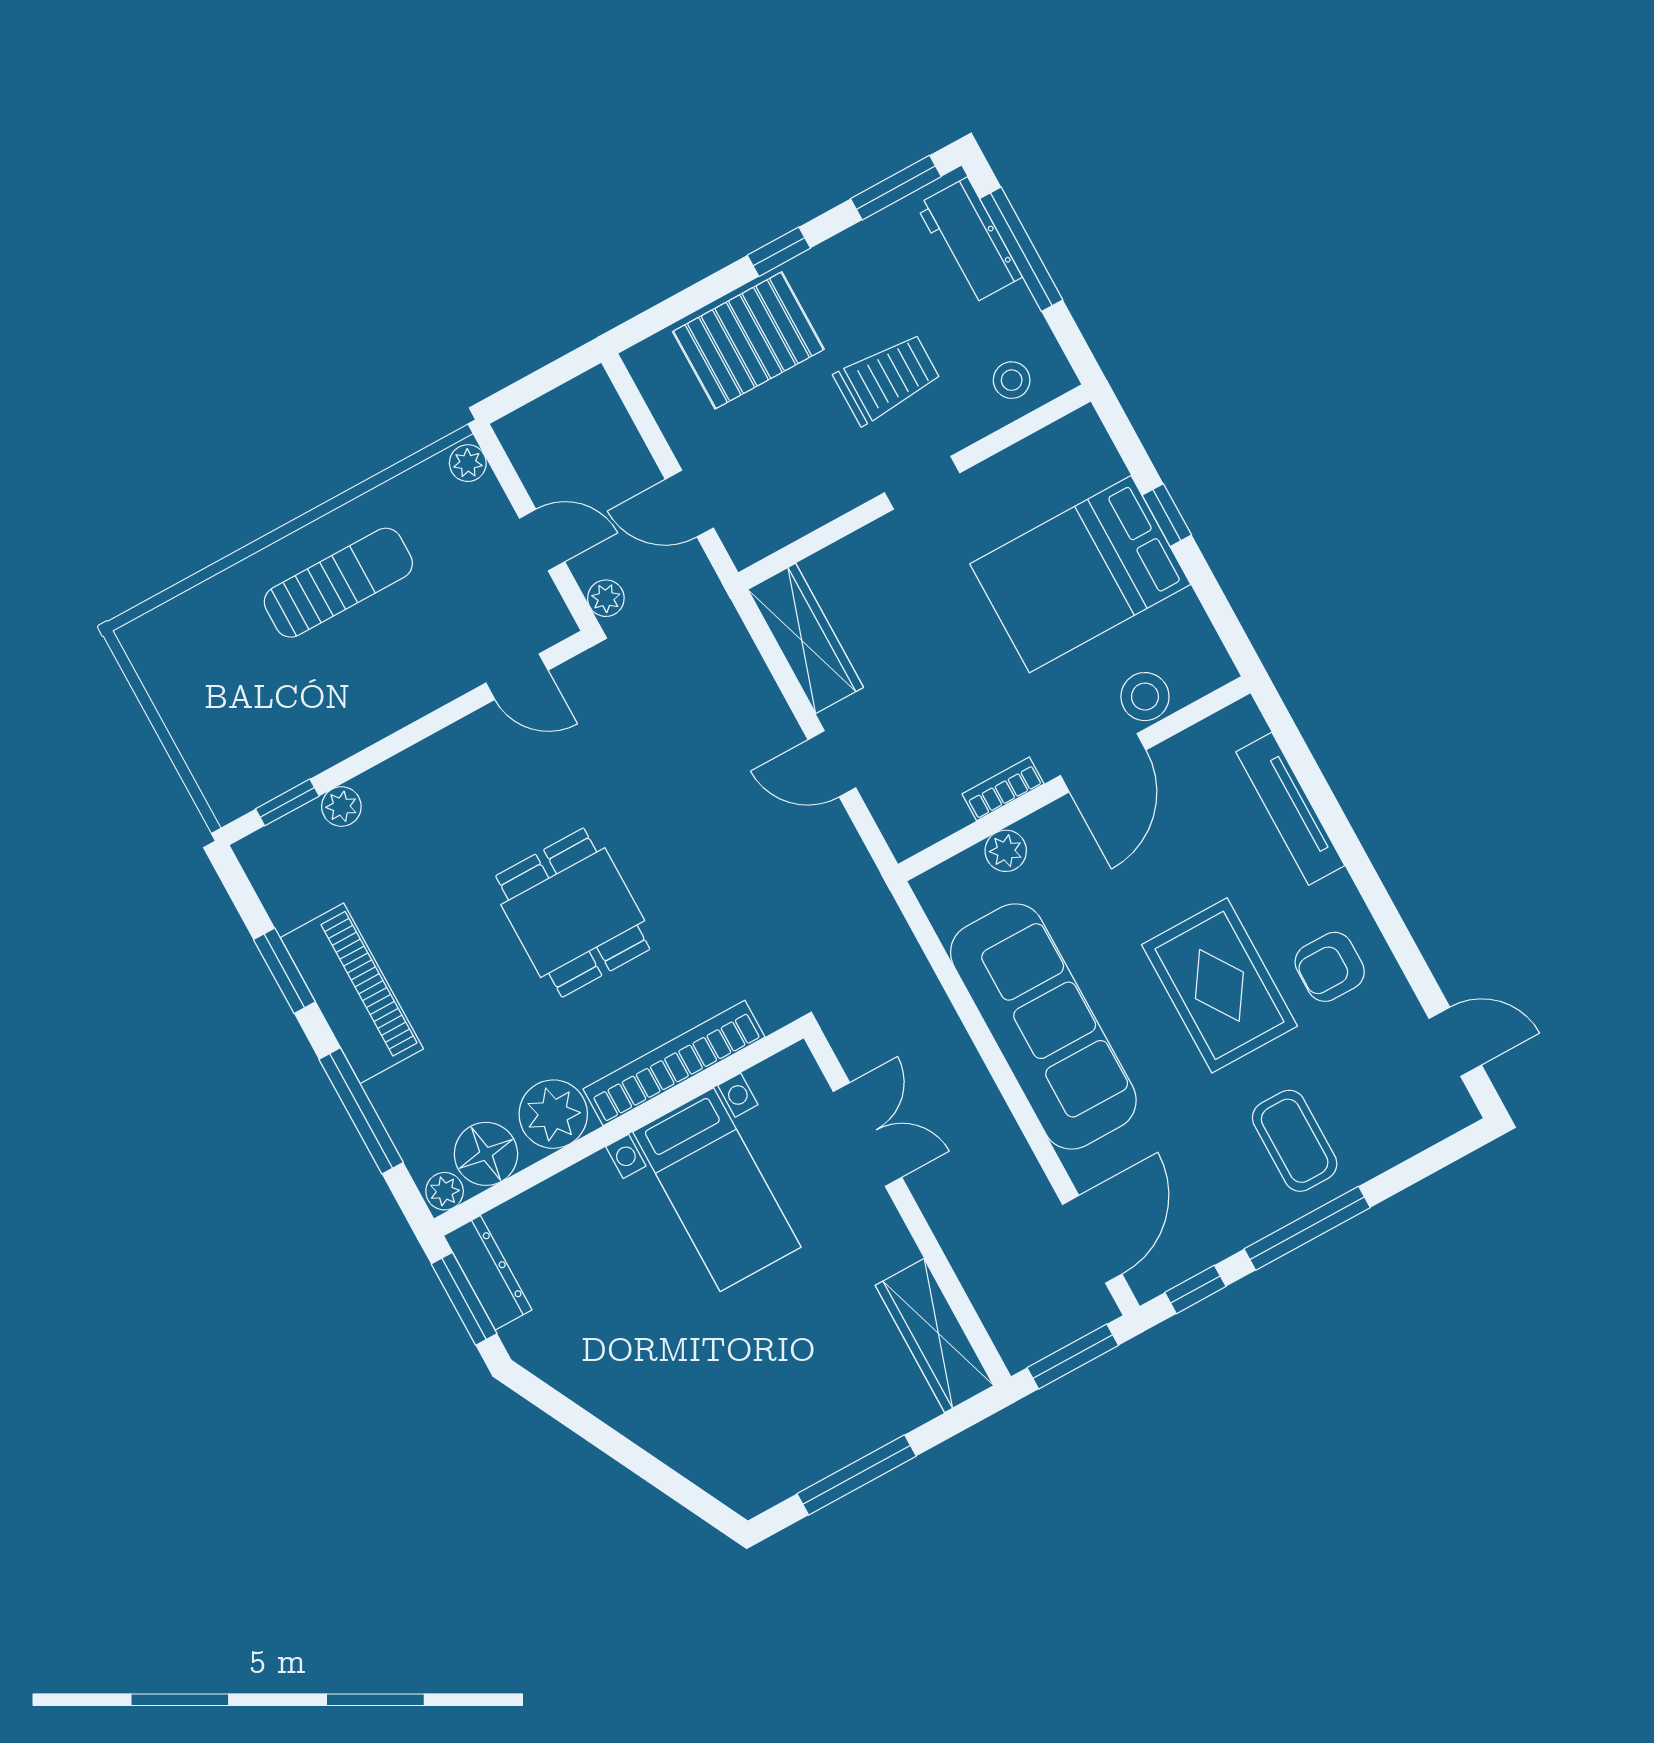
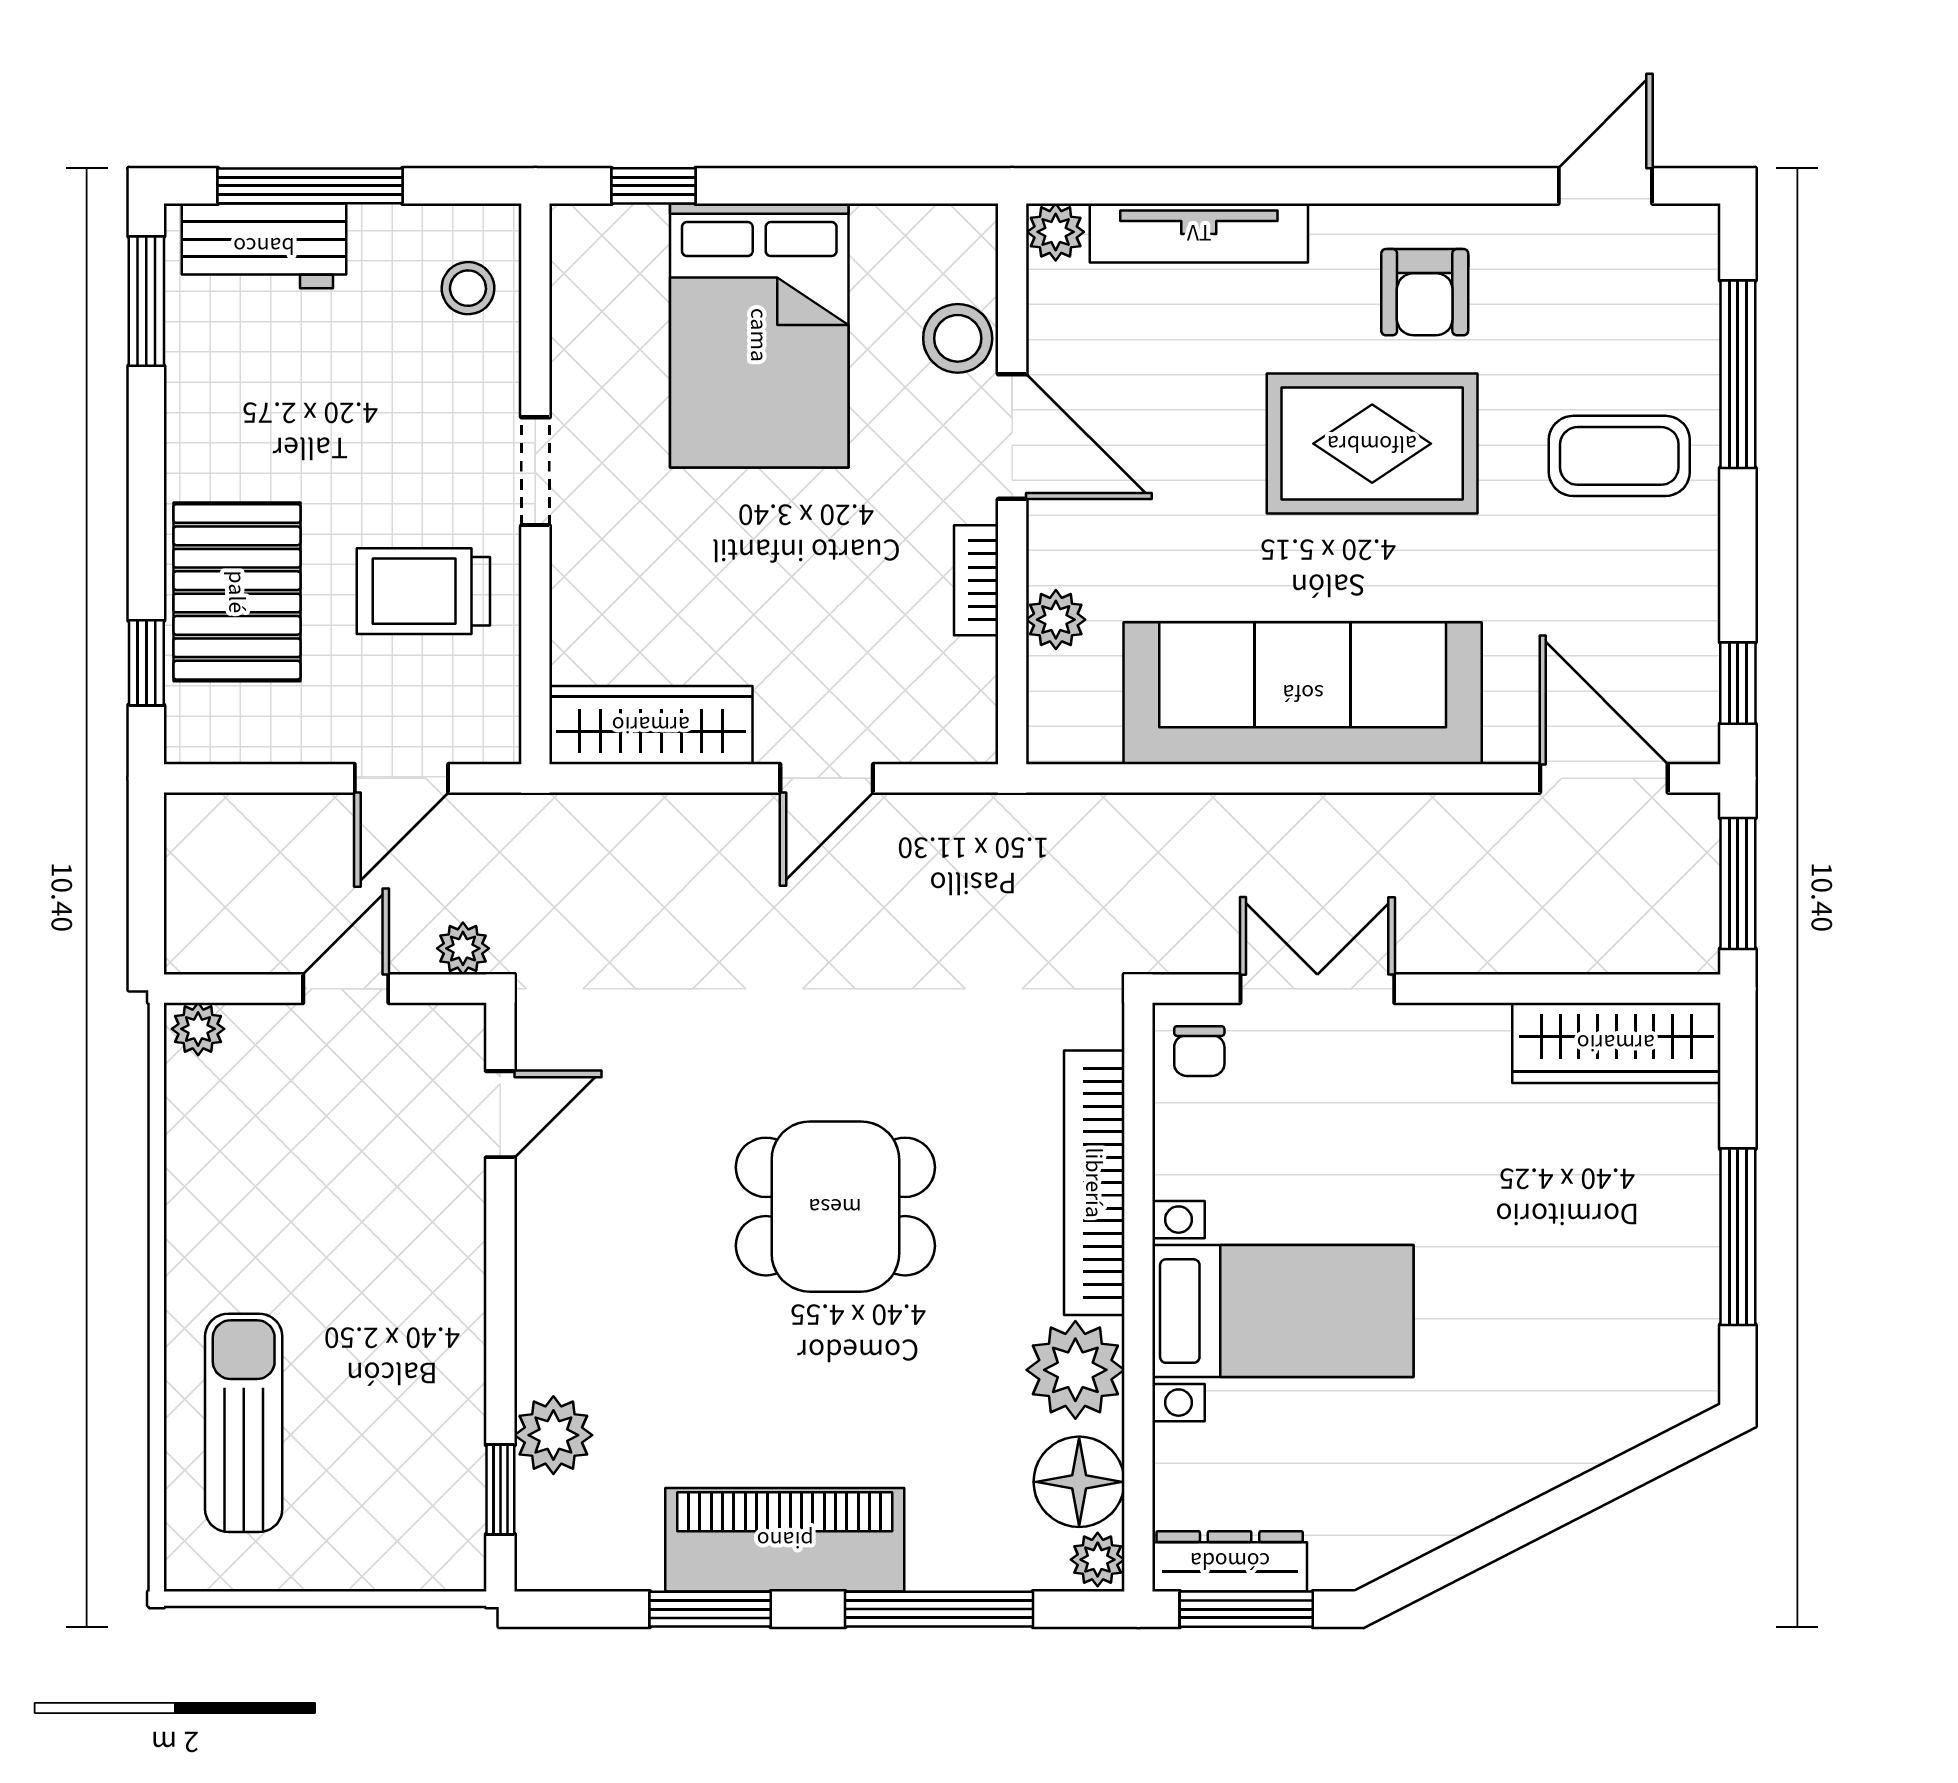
window: (779, 252) -> (146, 663), moved
trolley: (887, 379) -> (423, 591), moved, turned -90
window: (1167, 515) -> (653, 186), moved
sun lounger: (338, 583) -> (244, 1423), moved
plant: (1243, 721) -> (1056, 232), added
plant: (341, 806) -> (553, 1435), width x1.38, depth x1.38
chair: (790, 1083) -> (1199, 1051), added
bed with nightstands: (717, 1190) -> (1283, 1311), moved
window: (1307, 1228) -> (1738, 374), moved

